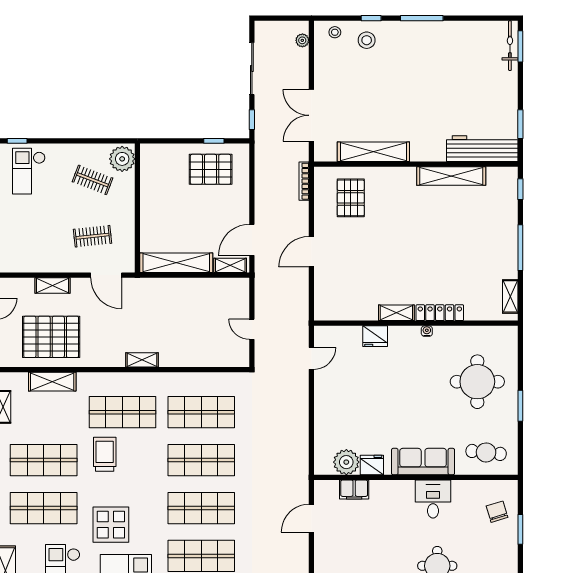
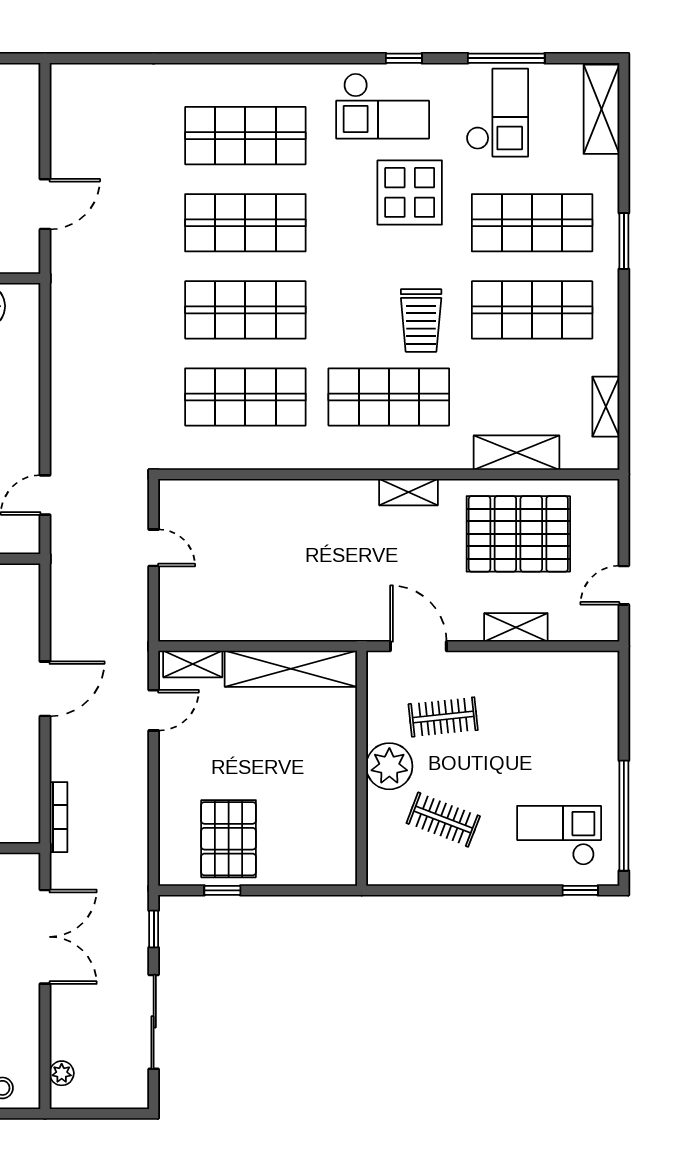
plant: (122, 159) -> (389, 766), moved
pallet: (211, 169) -> (229, 839), turned 90
checkout: (29, 171) -> (559, 835), turned -90
door: (252, 240) -> (154, 710), width x0.73
shelving: (142, 360) -> (409, 492), moved

